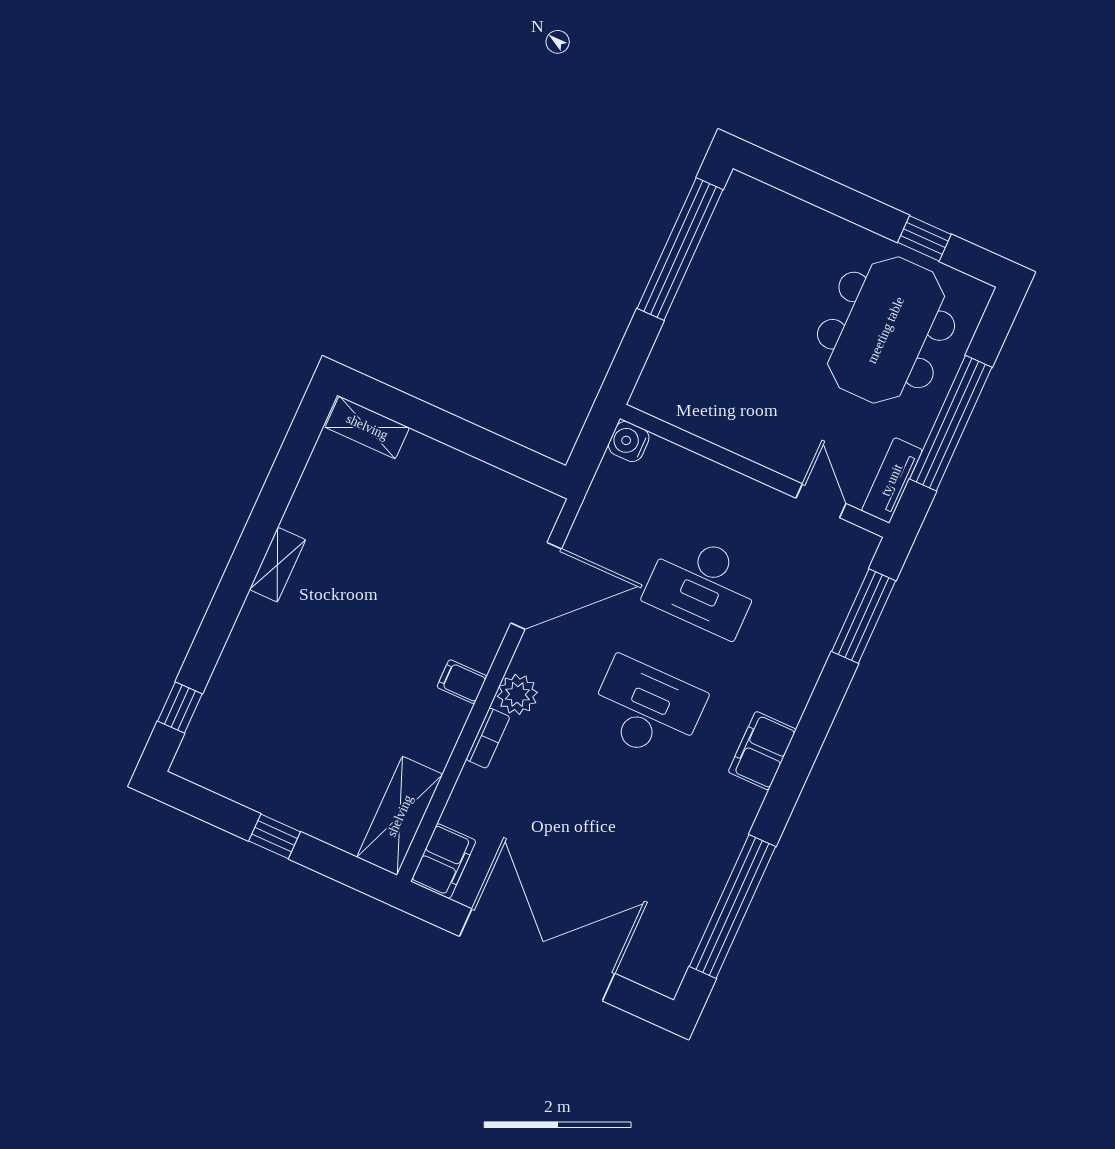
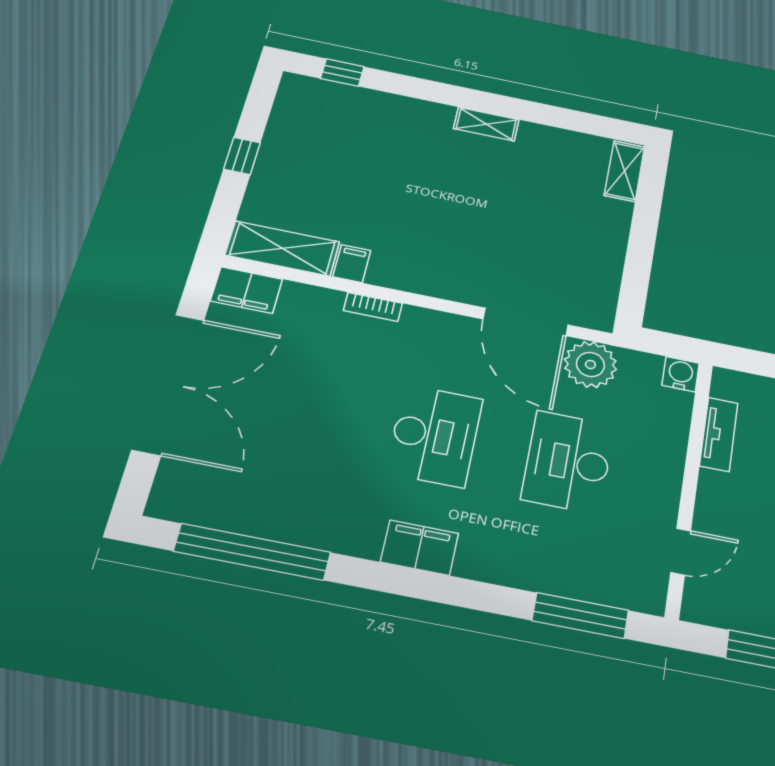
tv unit: (892, 480) -> (719, 434), moved, turned 90
filing cabinet: (462, 682) -> (352, 264), moved
plant: (517, 694) -> (590, 364), moved, width x1.36, depth x1.36

